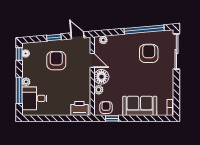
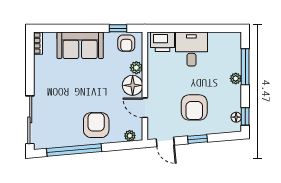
armchair: (149, 53) -> (96, 125), moved, turned 180
desk: (34, 98) -> (191, 49), moved, turned -90

